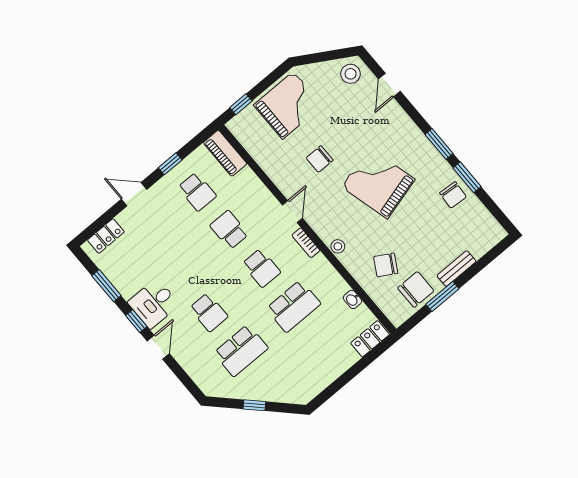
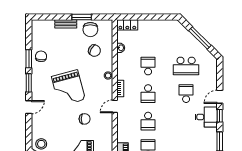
door: (389, 85) -> (29, 107), moved
school desk: (261, 268) -> (148, 94), turned 180
chair: (416, 289) -> (90, 30), turned -90
school desk: (293, 306) -> (148, 66), width x0.54
school desk: (241, 350) -> (186, 66), turned 180
window: (254, 405) -> (200, 38), width x2.17

